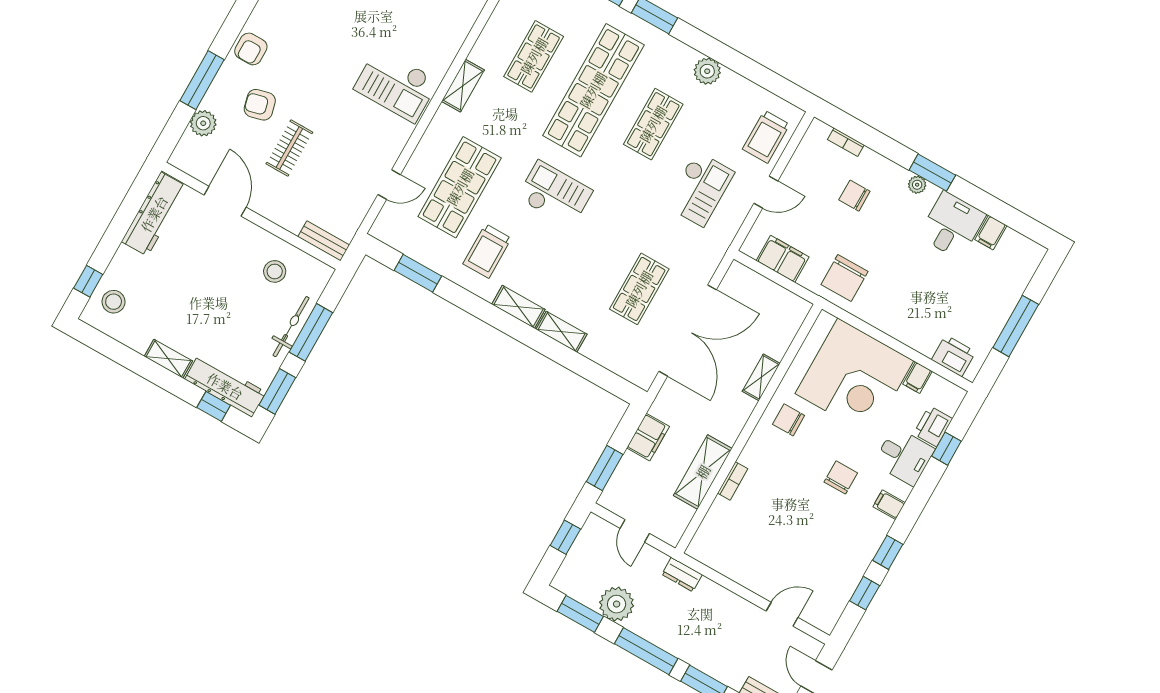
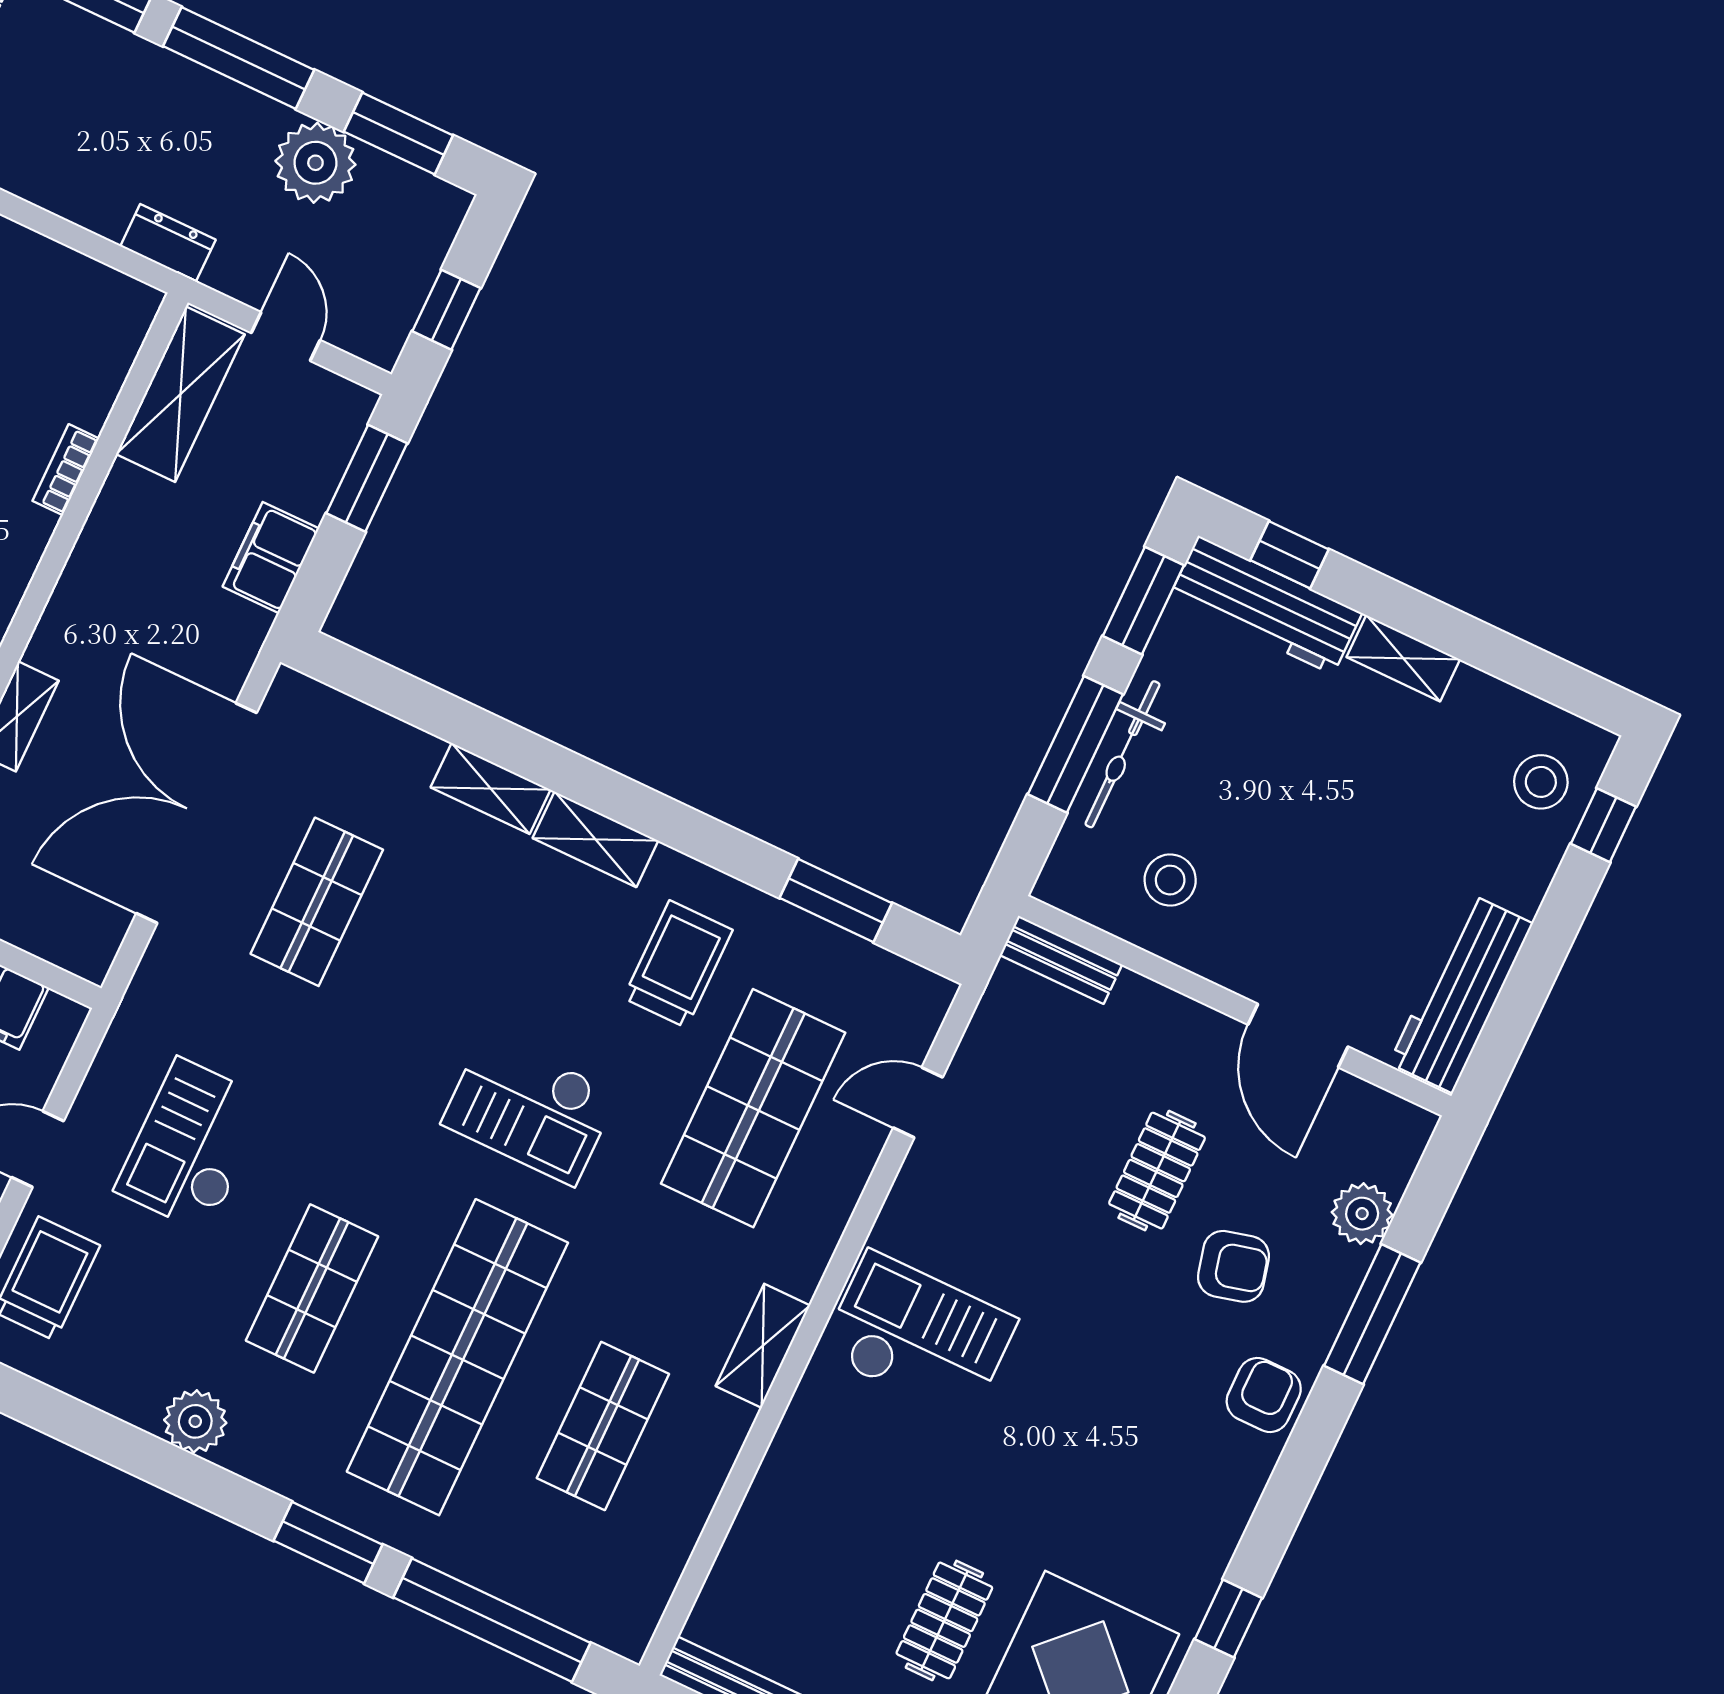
shelving: (703, 472) -> (180, 394), moved

